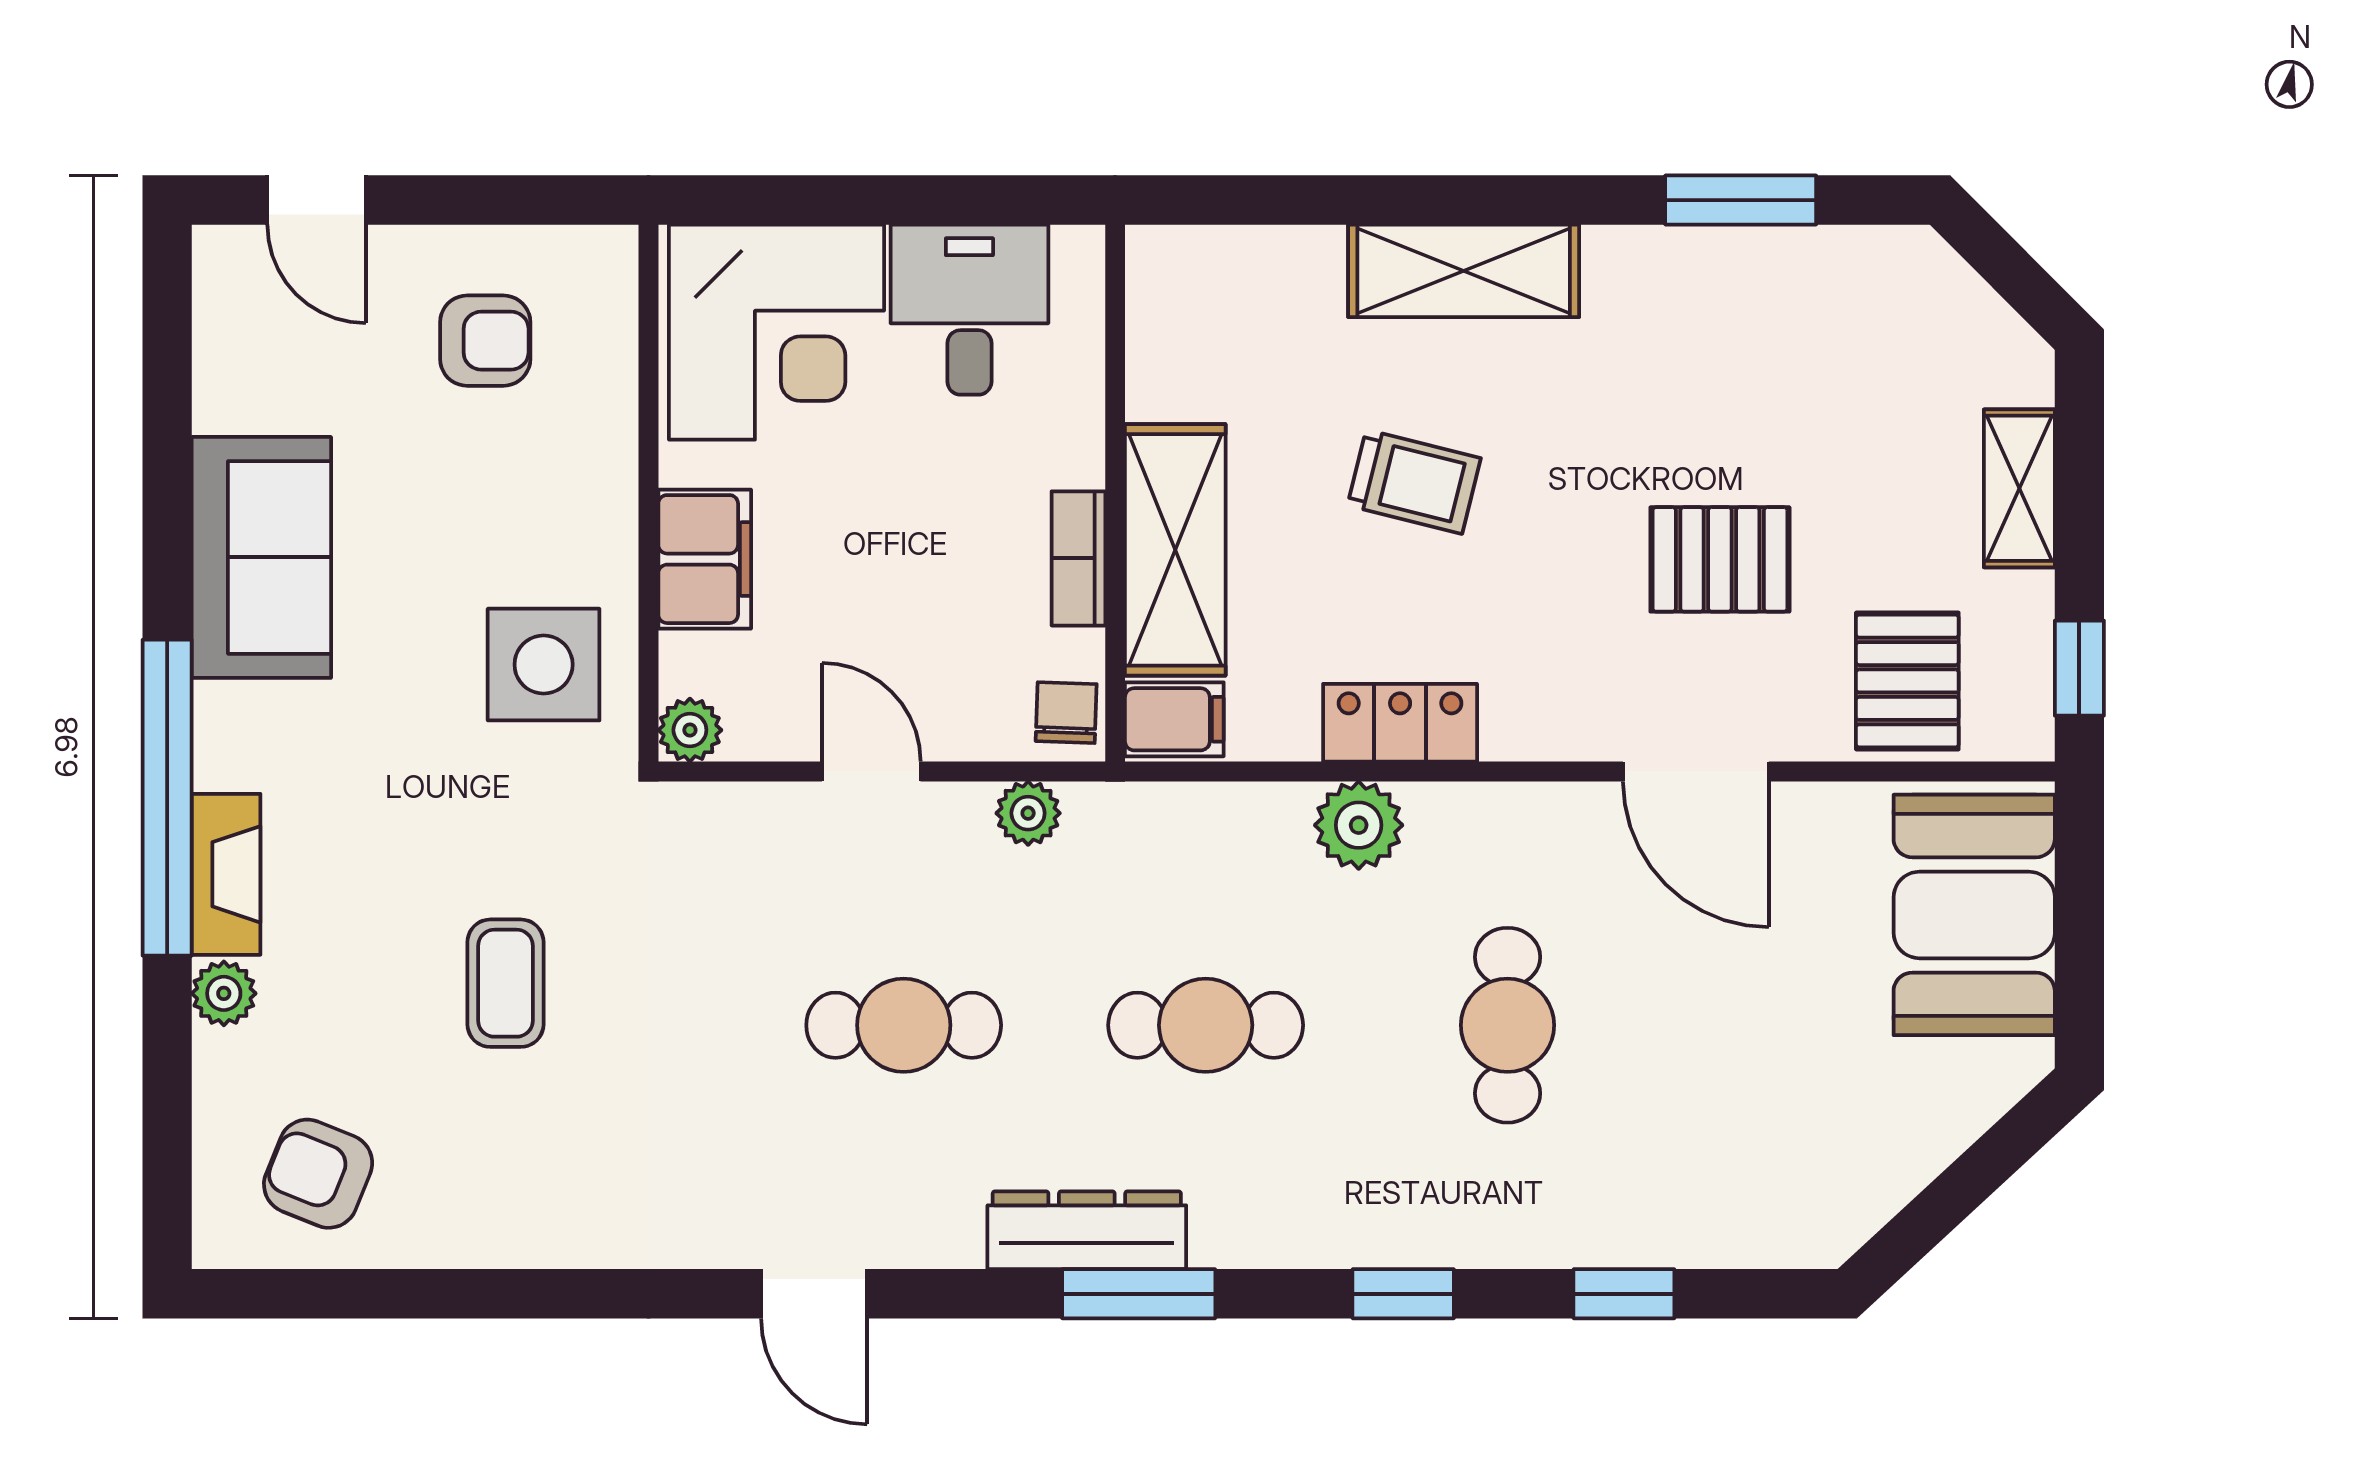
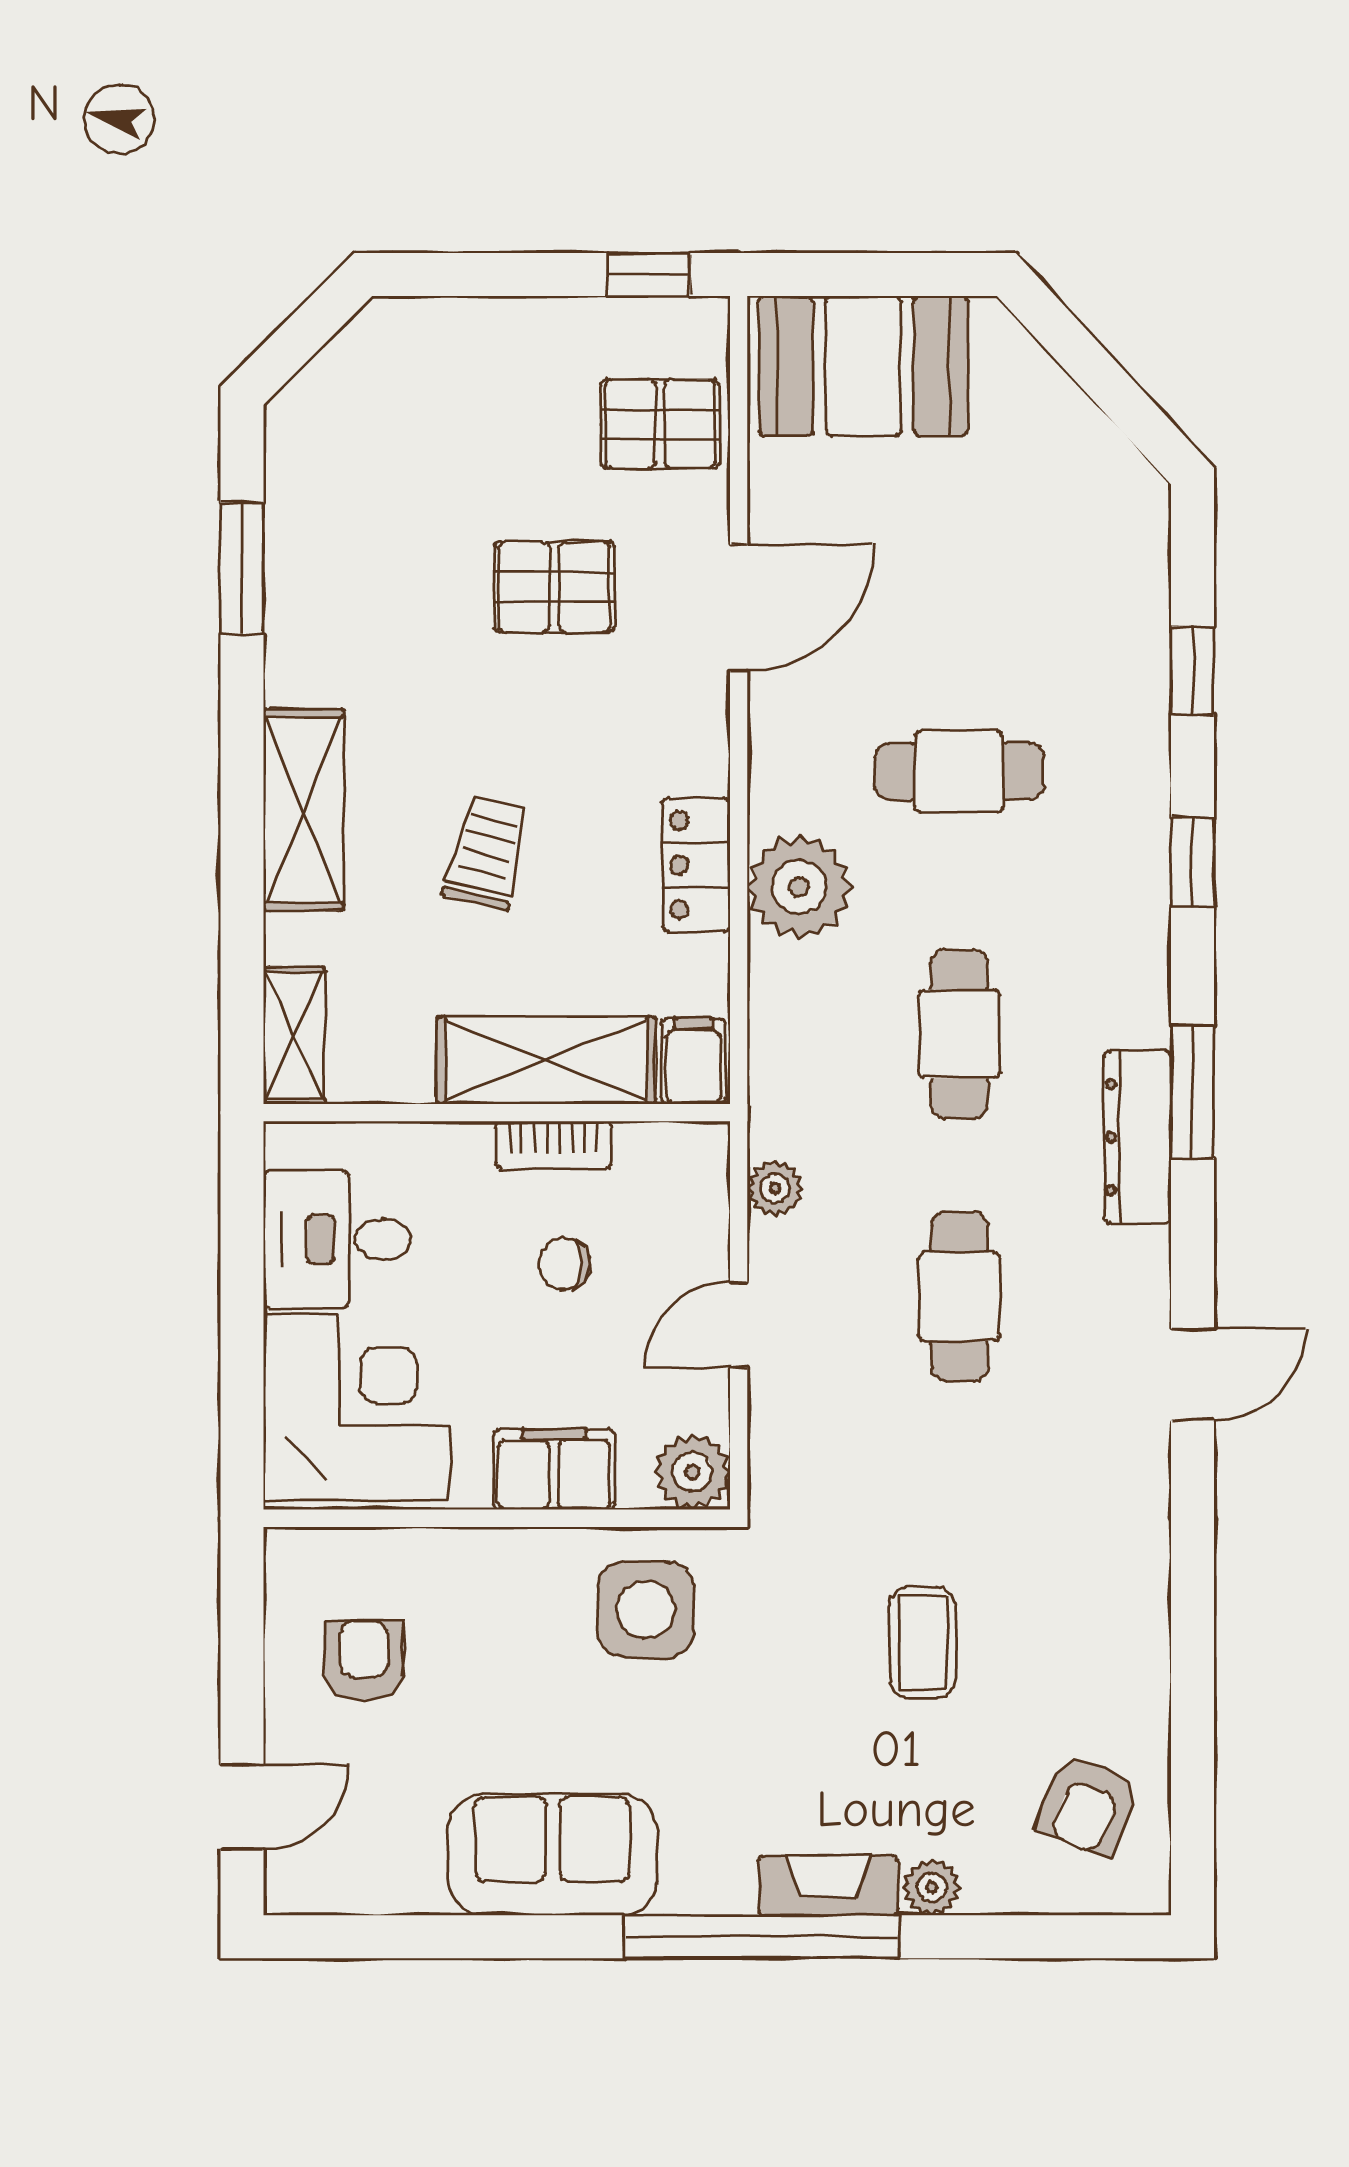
shelving: (2019, 488) -> (294, 1036), moved, turned 90
pallet: (1720, 559) -> (554, 587), turned 90
chair: (1066, 713) -> (564, 1264), moved
plant: (690, 730) -> (692, 1472), width x1.38, depth x1.38
plant: (1359, 825) -> (799, 887), width x1.36, depth x1.36
coffee table: (506, 983) -> (923, 1643), turned 90

